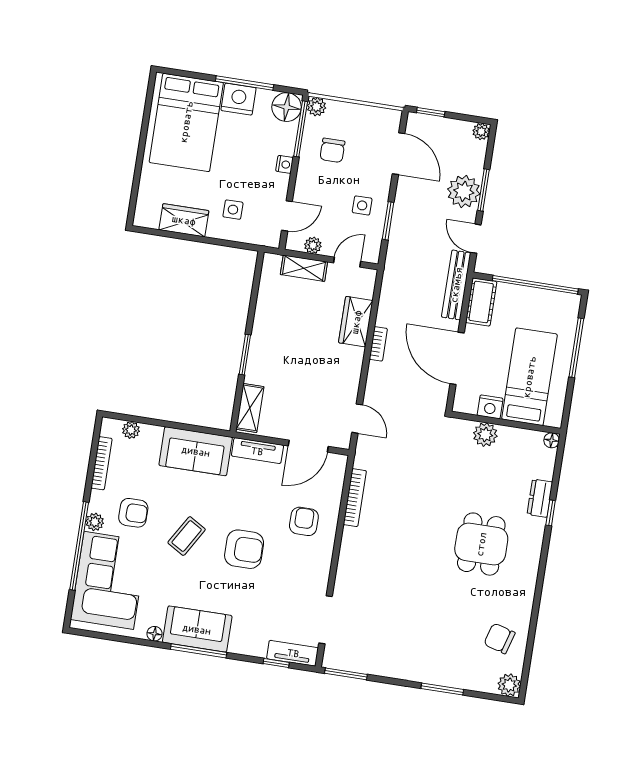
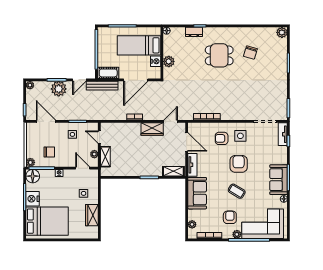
door: (399, 154) -> (46, 121), hinge flipped
wardrobe: (356, 322) -> (152, 129), moved
side table: (303, 562) -> (240, 136), added
chair: (499, 638) -> (250, 53), moved

